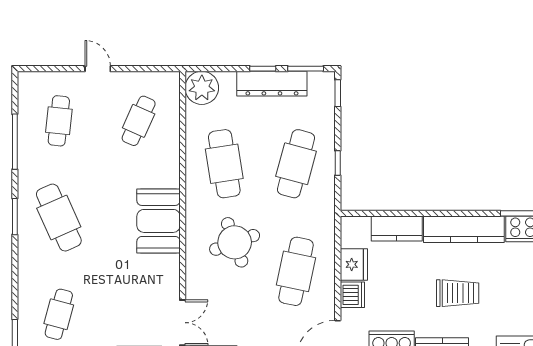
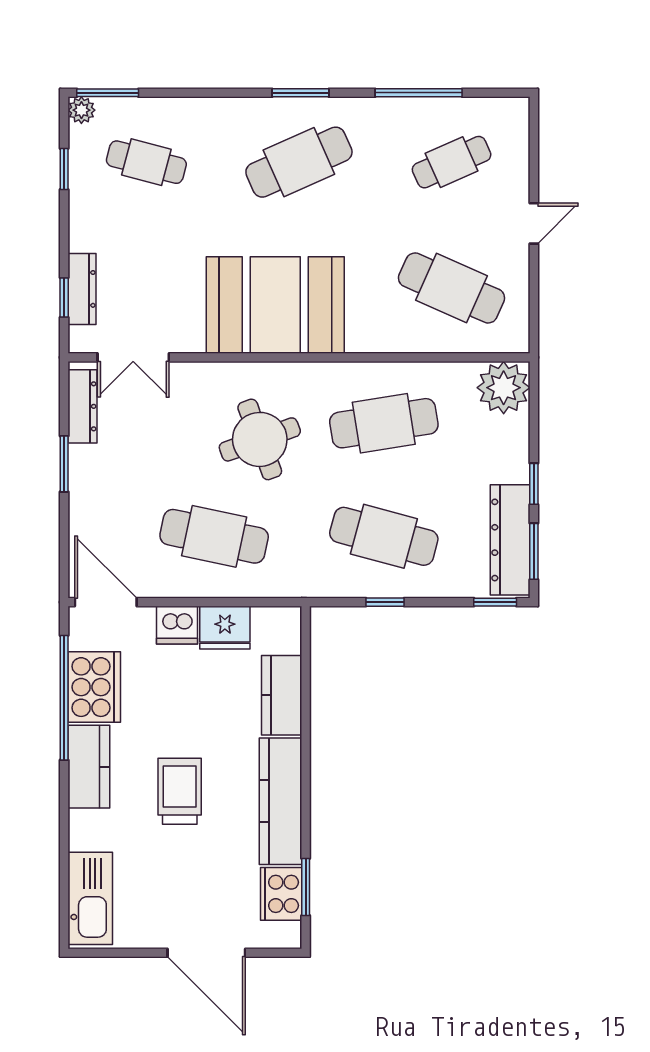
dresser: (272, 84) -> (510, 540), moved
cafe table: (59, 121) -> (452, 162), turned -30
cafe table: (139, 121) -> (452, 288), width x1.37, depth x1.35
booth: (159, 221) -> (275, 305), width x1.36, depth x1.42
trolley: (458, 293) -> (180, 791), turned 180

